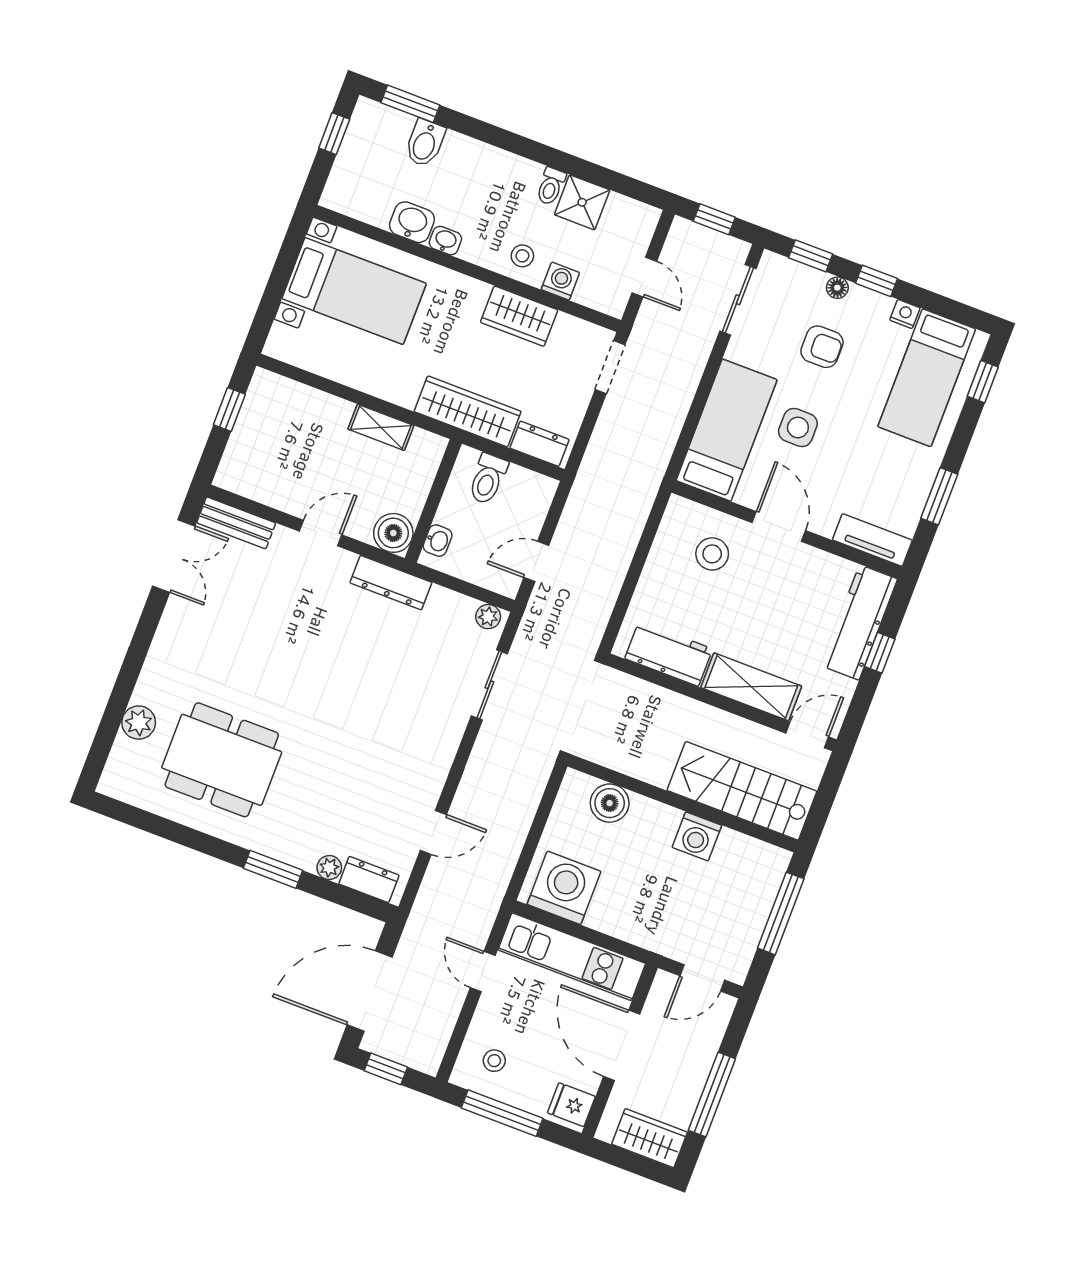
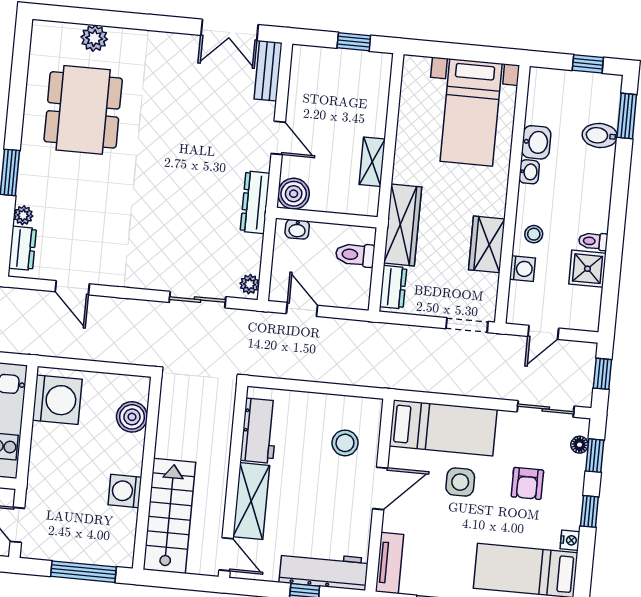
floor lamp: (837, 288) -> (579, 445), moved

